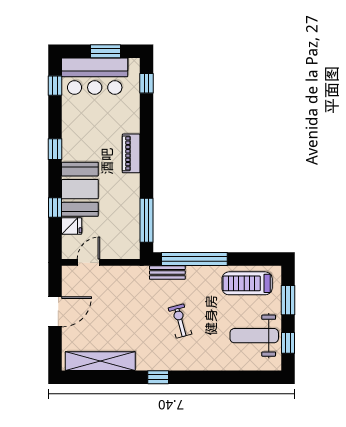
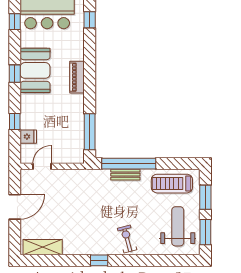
booth: (80, 189) -> (35, 70), moved
bench: (167, 273) -> (125, 175), moved
exercise bike: (180, 321) -> (127, 239), moved
weight bench: (254, 336) -> (178, 226), turned 90
window: (288, 343) -> (205, 232), width x1.50
shelving: (100, 361) -> (43, 247), width x0.68

